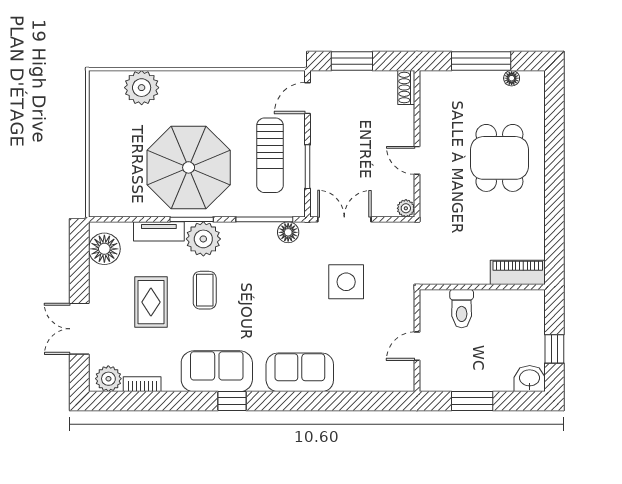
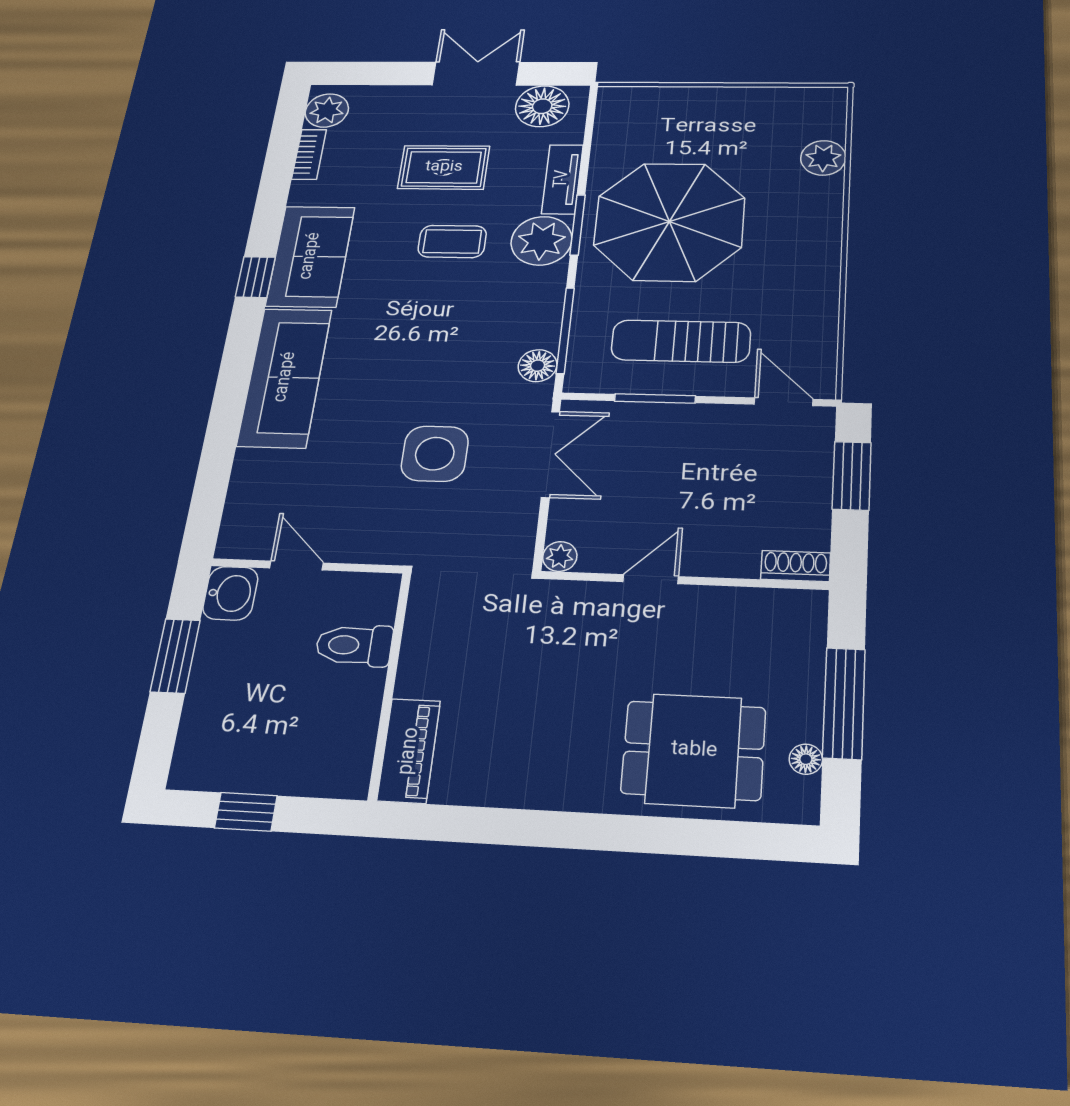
plant: (142, 88) -> (823, 158), width x0.73, depth x0.73
dining table: (499, 158) -> (694, 750), moved
double door: (79, 329) -> (476, 74), moved
sofa: (300, 372) -> (285, 377), width x1.36
washbasin: (530, 379) -> (230, 593), moved

